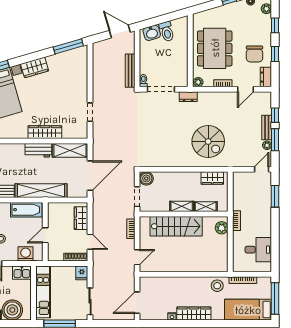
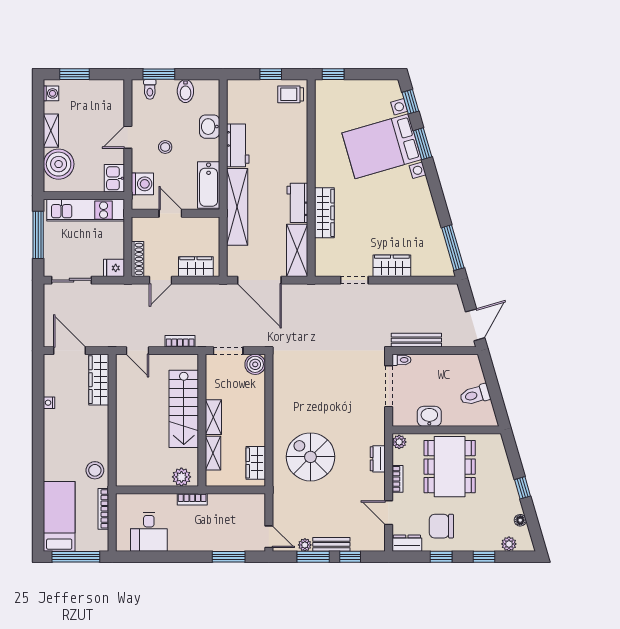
washbasin: (152, 33) -> (429, 416), moved, turned 106
dining table: (215, 48) -> (450, 467), turned 90
wardrobe: (35, 67) -> (392, 266), moved, turned 106
dresser: (188, 97) -> (378, 459), moved
spiral stairs: (208, 141) -> (310, 457), turned 90
wardrobe: (194, 314) -> (99, 380), moved, turned 180

